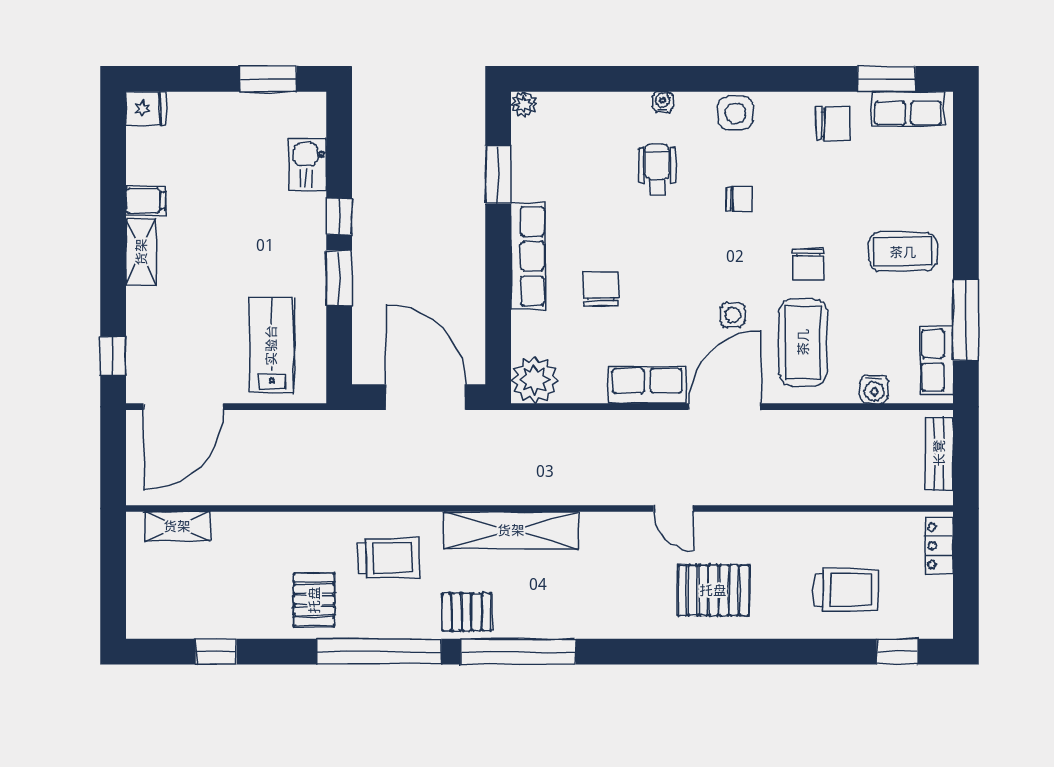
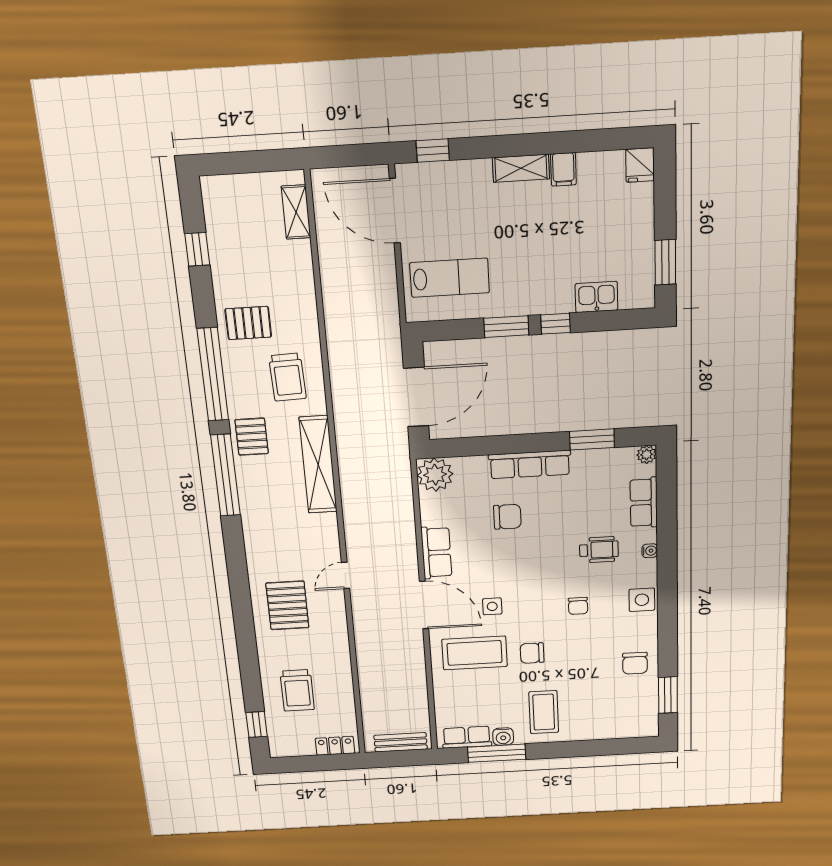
row of seats: (908, 109) -> (644, 503), moved
water cooler: (874, 389) -> (503, 737), moved, turned -90

